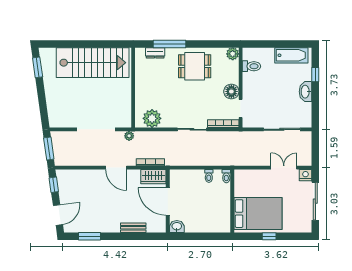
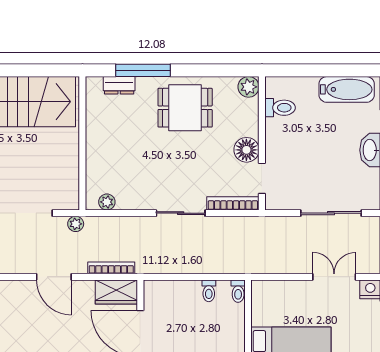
plant: (152, 118) -> (107, 202), width x0.53, depth x0.53

